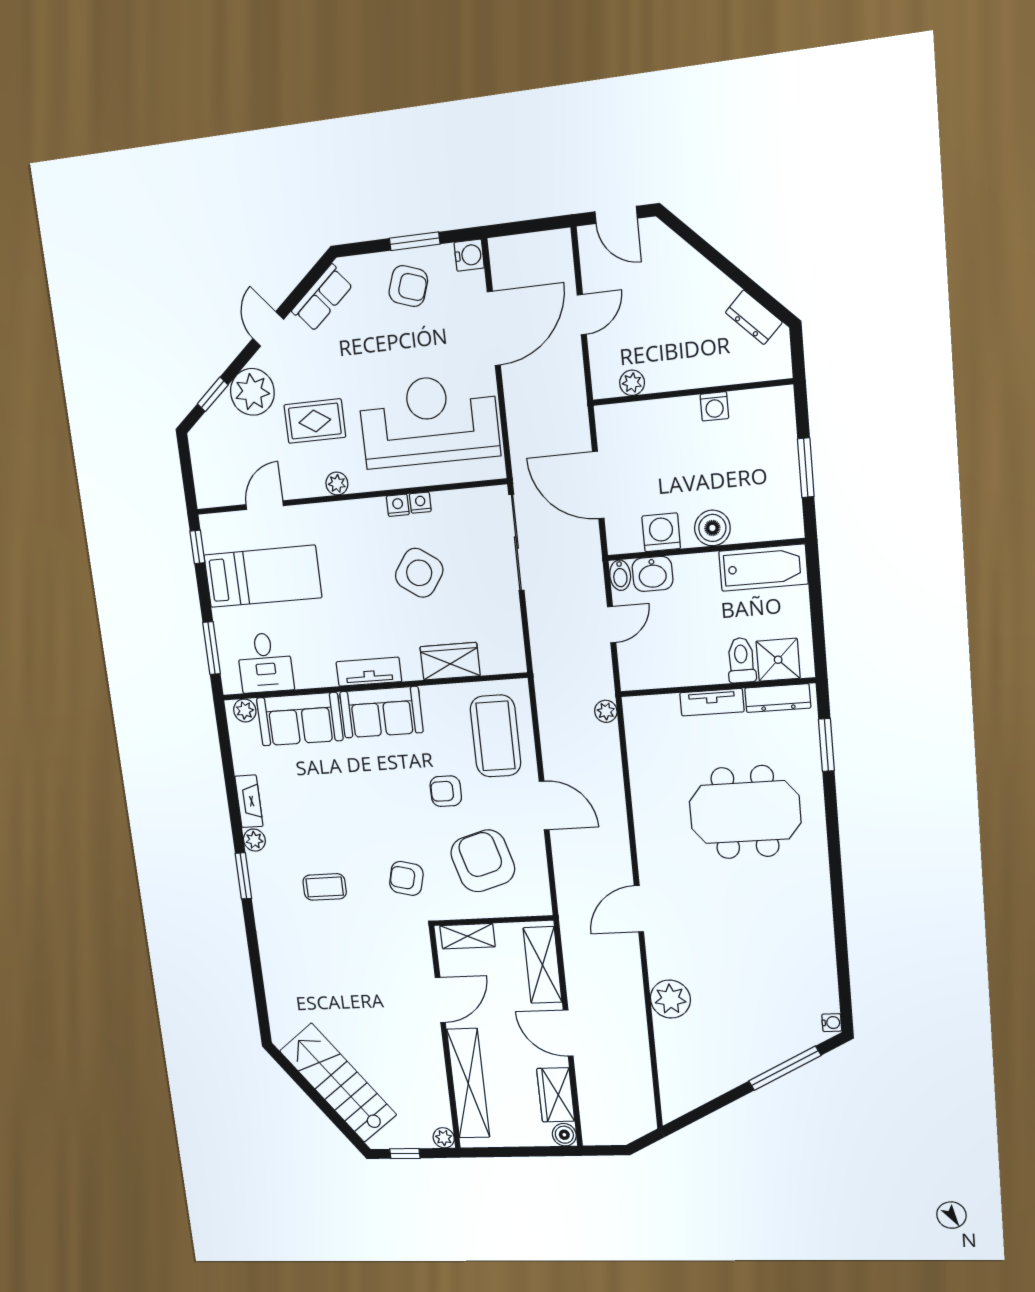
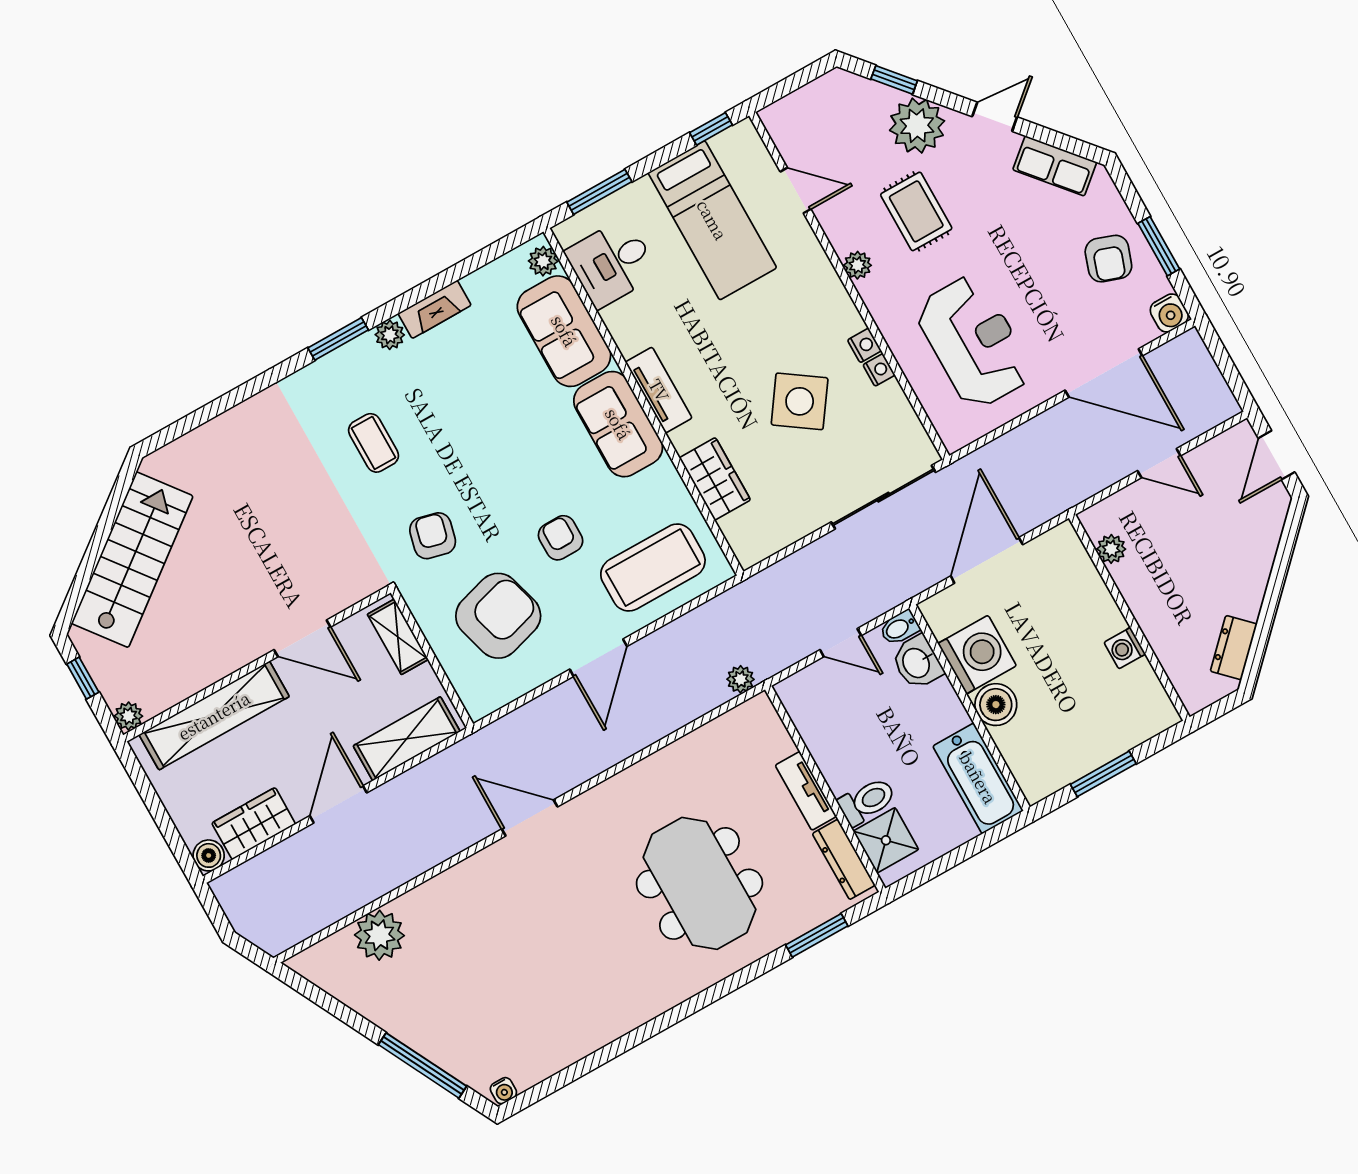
reception desk: (429, 421) -> (974, 342), width x0.74, depth x0.77
washing machine: (661, 532) -> (977, 655), width x1.37, depth x1.37
plant: (670, 999) -> (379, 935), moved

